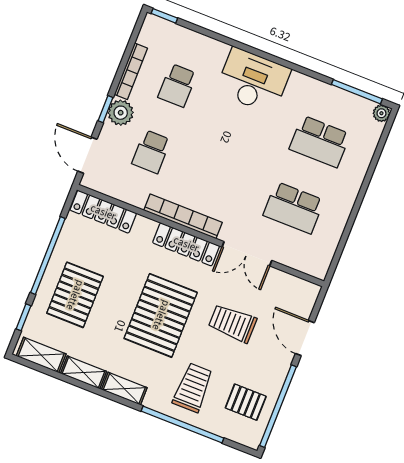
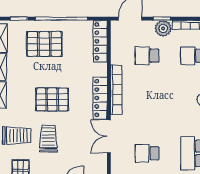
school desk: (294, 208) -> (147, 153), width x0.54
pallet: (161, 315) -> (52, 100), width x0.73, depth x0.71
trolley: (232, 323) -> (48, 139), moved

